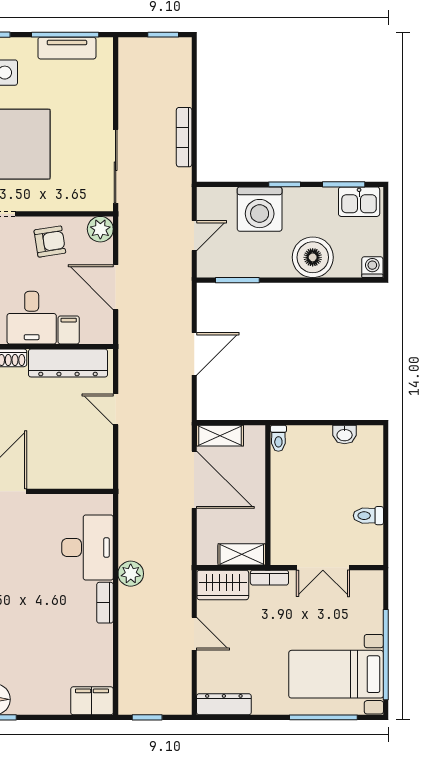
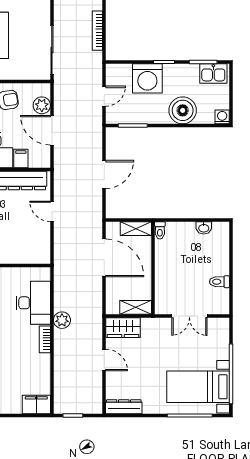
plant: (100, 229) -> (42, 105), moved
shelving: (220, 436) -> (136, 229), moved
bookcase: (269, 578) -> (154, 323), removed

